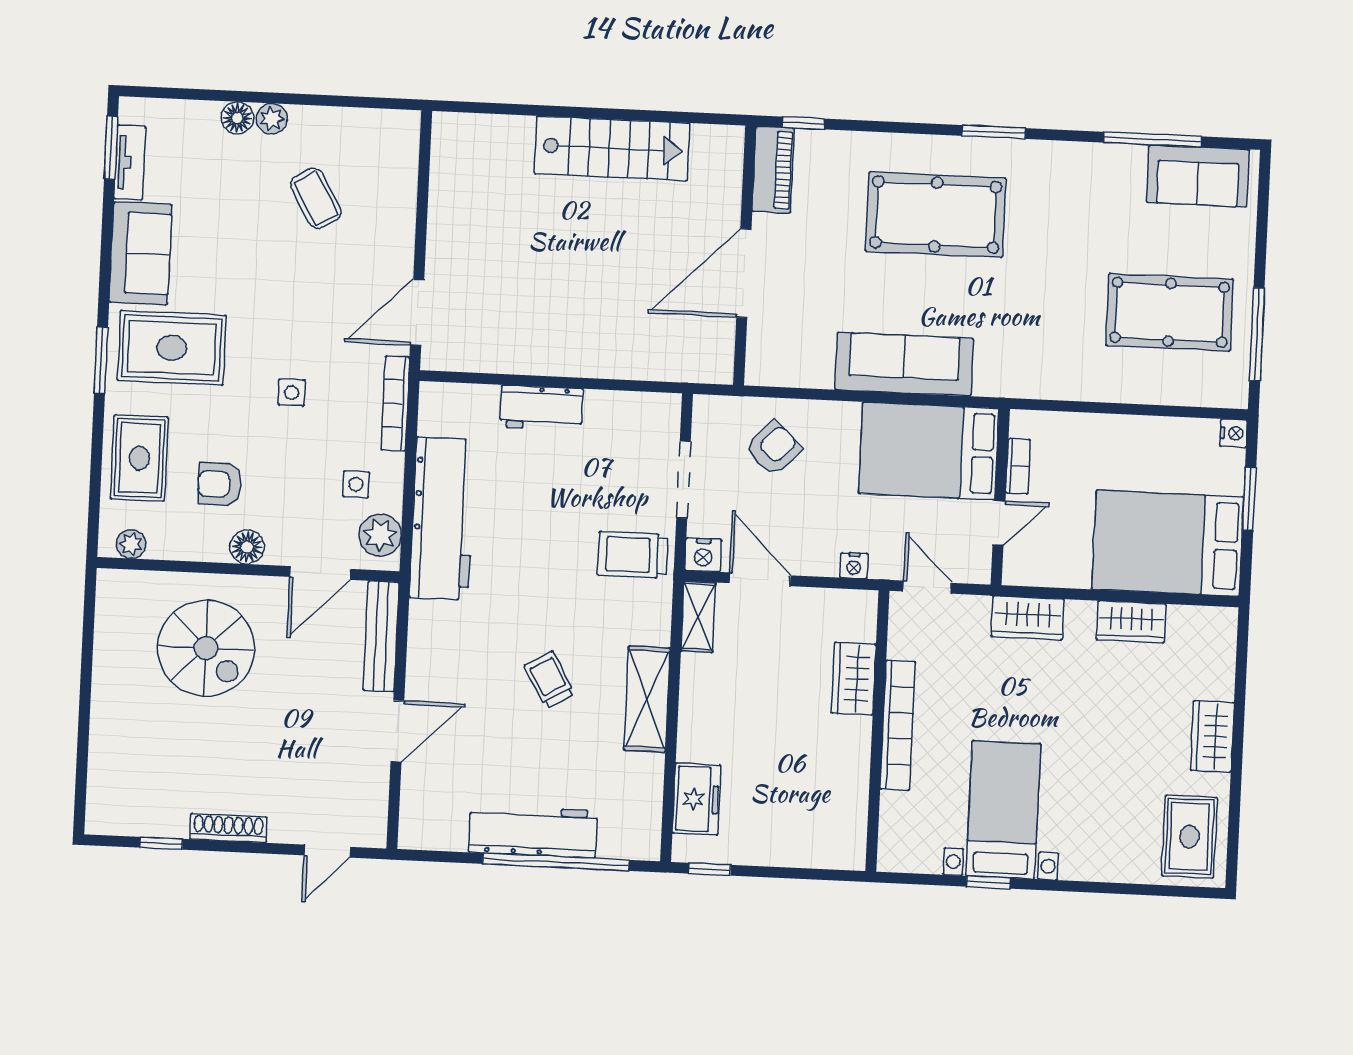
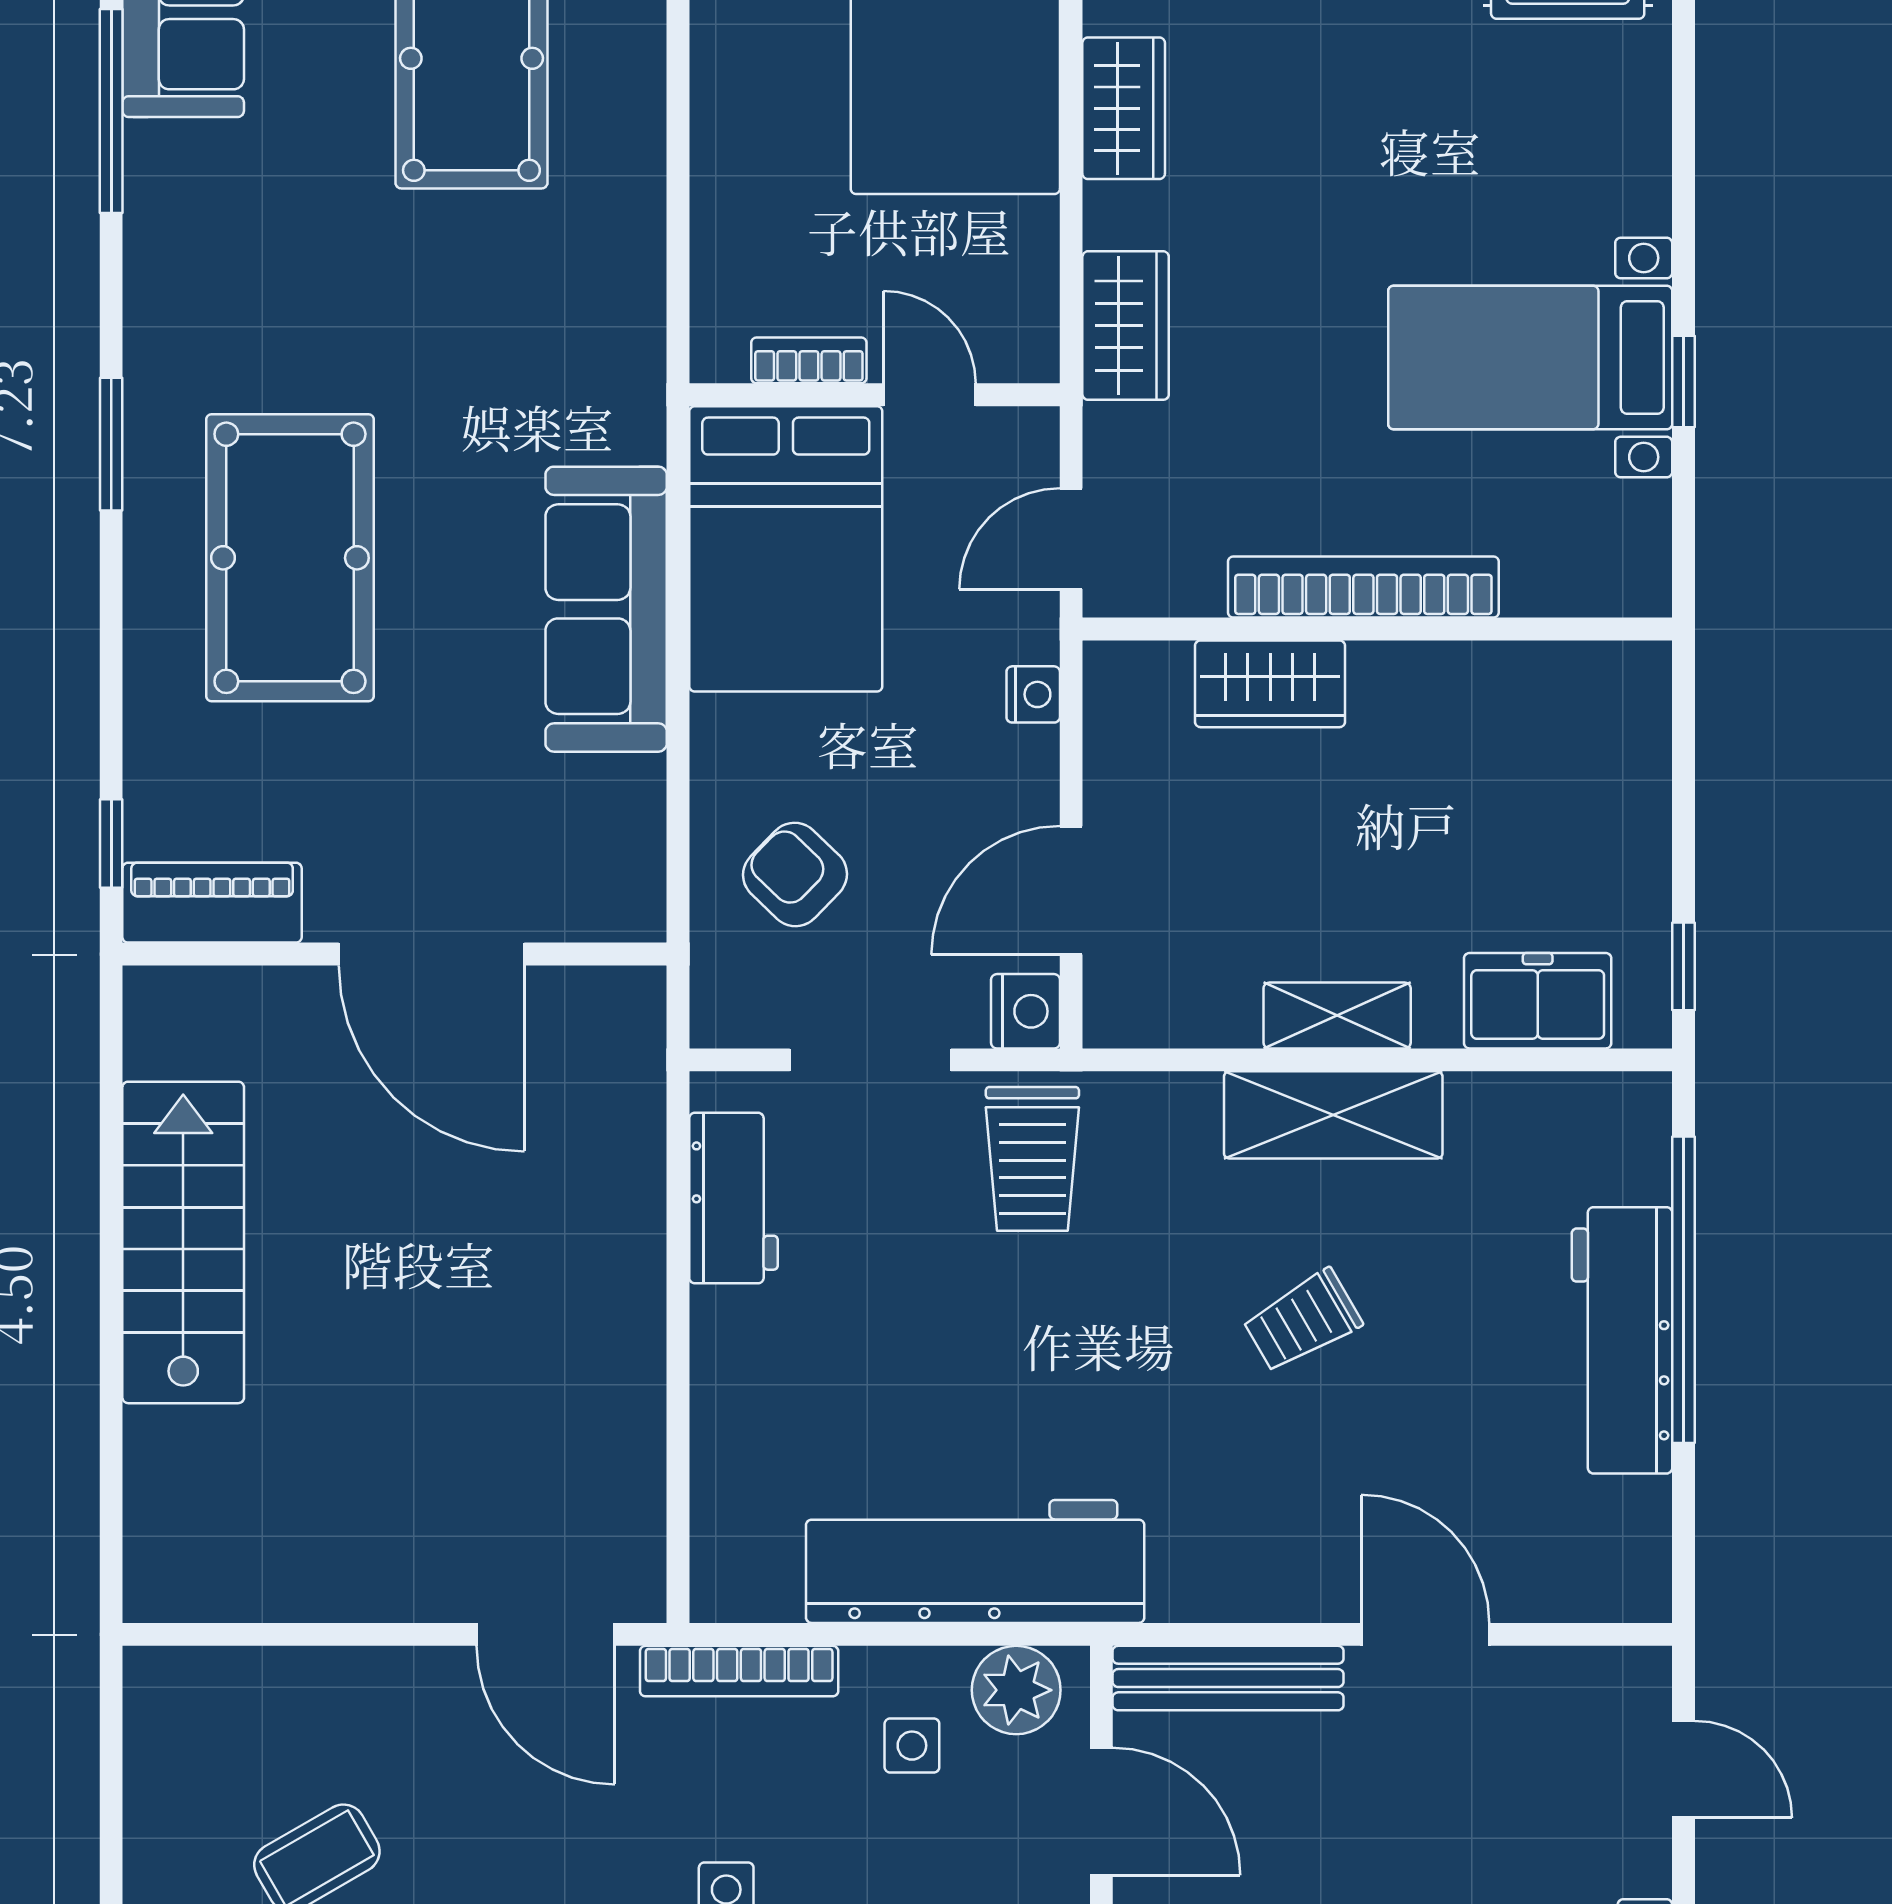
workbench: (542, 408) -> (734, 1198), moved
shelving: (698, 617) -> (1337, 1016), moved

